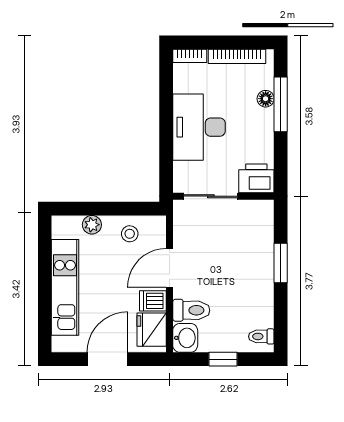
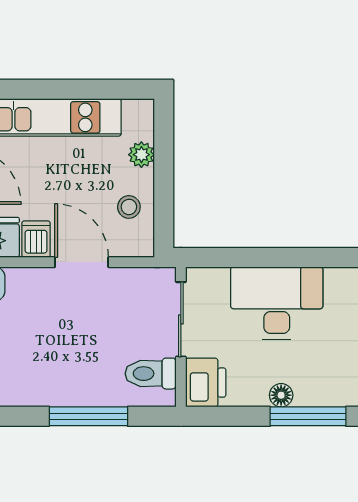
floor lamp: (266, 99) -> (281, 395), moved
window: (281, 263) -> (88, 416), width x1.44
toilet: (191, 310) -> (151, 374), moved, turned 90

